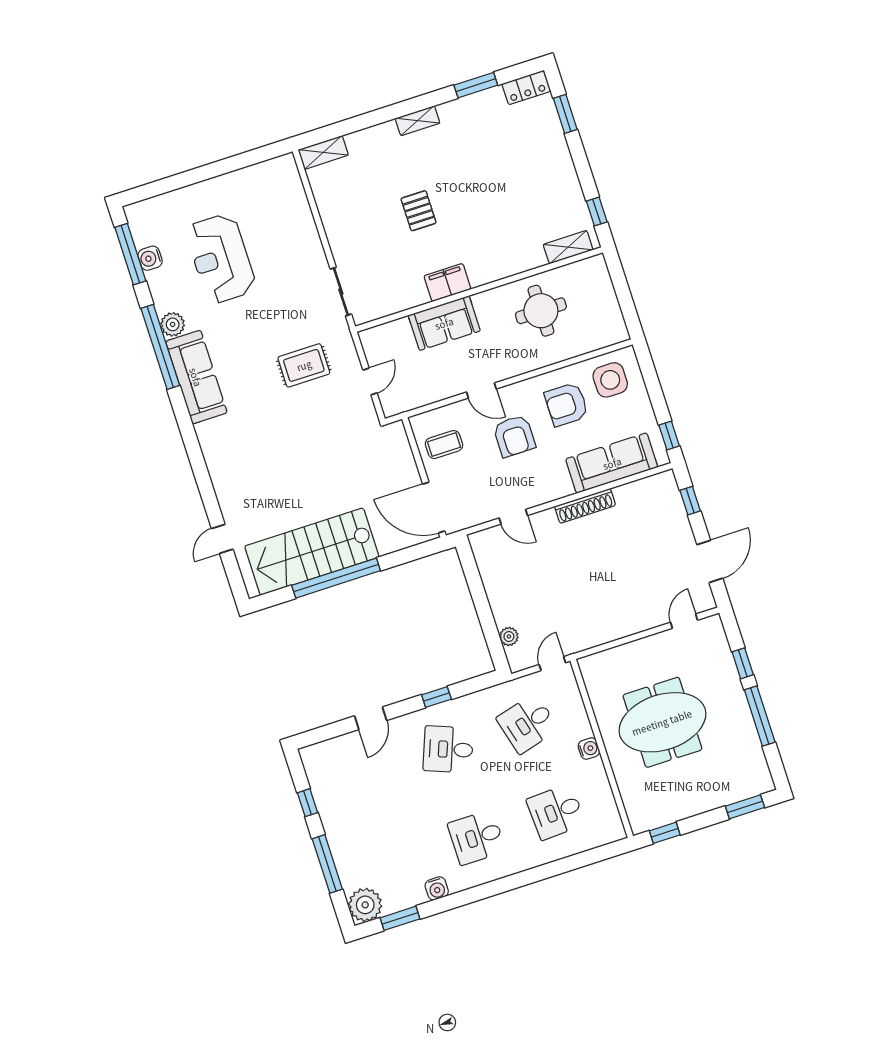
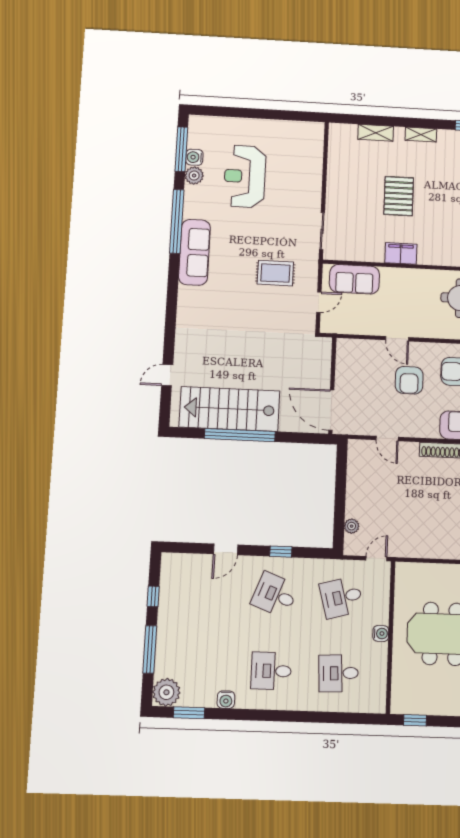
shelving: (323, 152) -> (376, 133), moved
pallet: (419, 211) -> (399, 196), width x1.50, depth x1.42
sofa: (444, 323) -> (354, 279), moved
plant: (173, 324) -> (194, 176), moved
coffee table: (444, 445) -> (356, 367), removed

